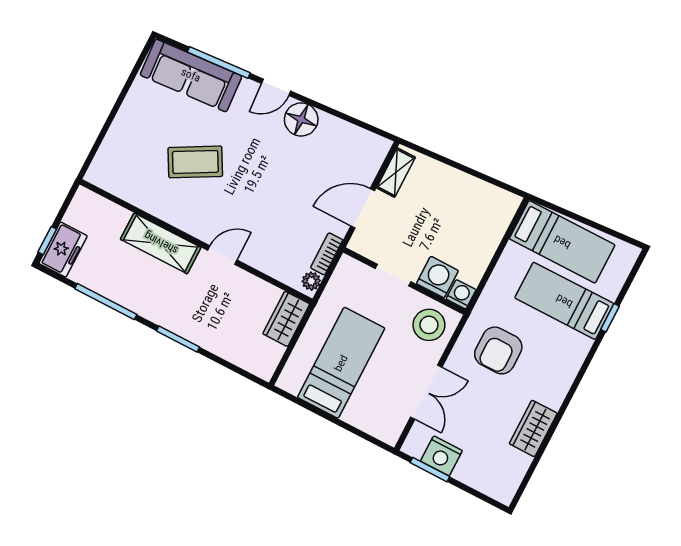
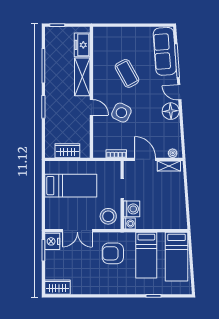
side table: (259, 207) -> (121, 113), added
freezer: (63, 250) -> (82, 45), moved, turned 90
plant: (311, 281) -> (173, 153), moved
bed: (564, 301) -> (146, 255), moved, turned 180
wardrobe: (286, 319) -> (67, 151), moved
wardrobe: (533, 428) -> (57, 287), moved
nightstand: (441, 456) -> (52, 241), moved

